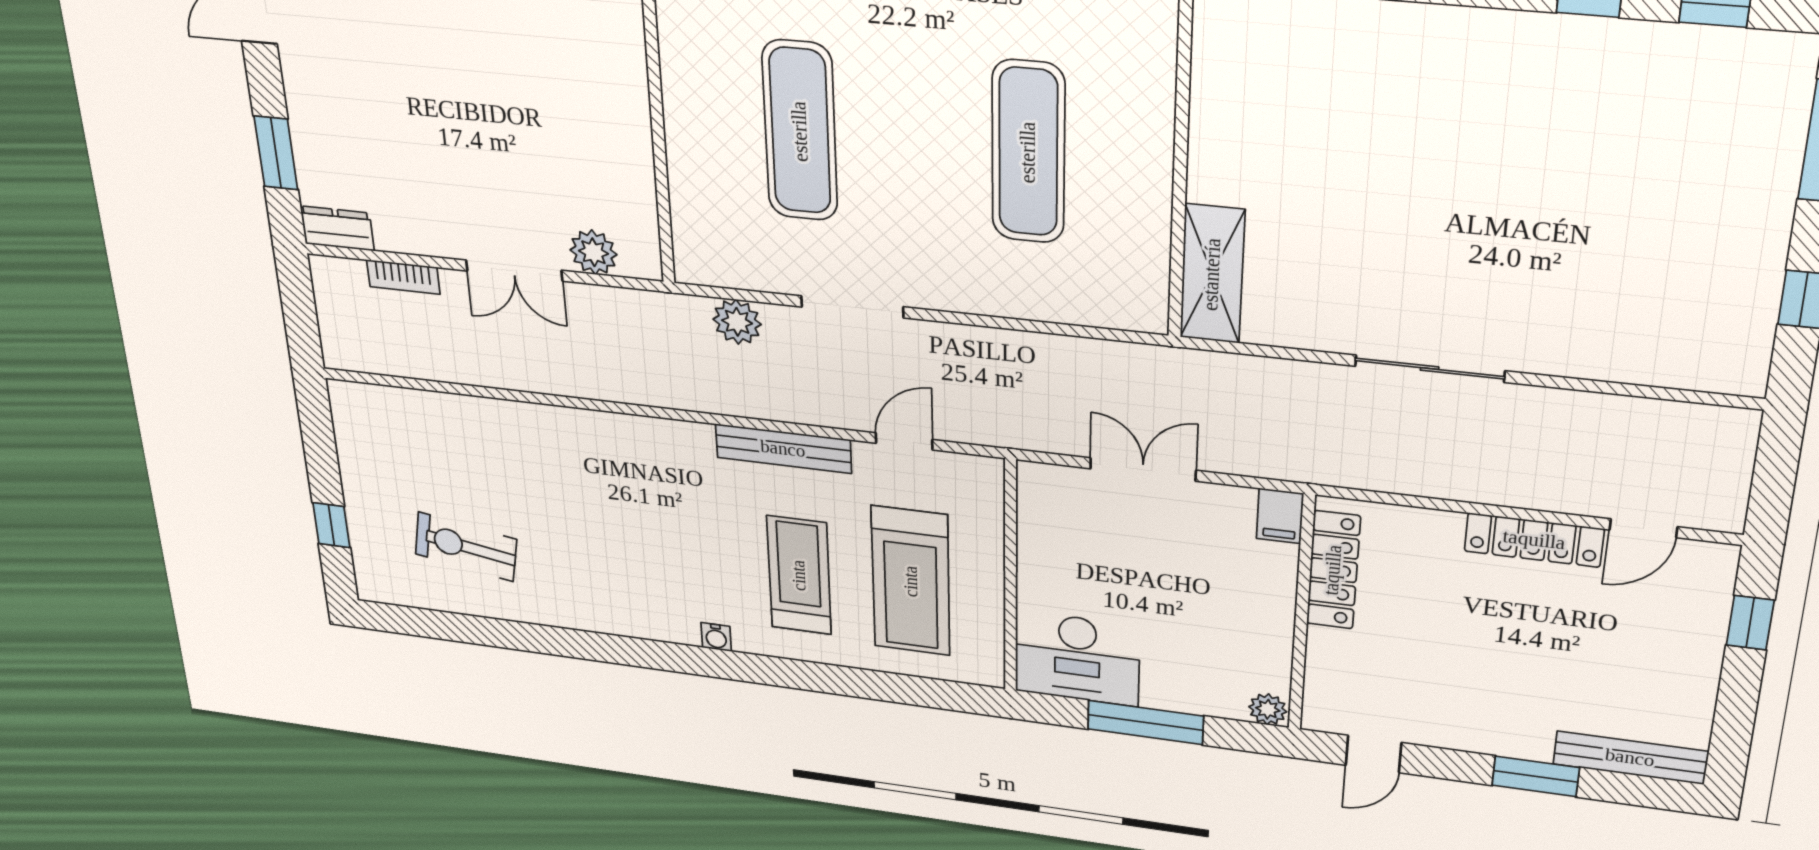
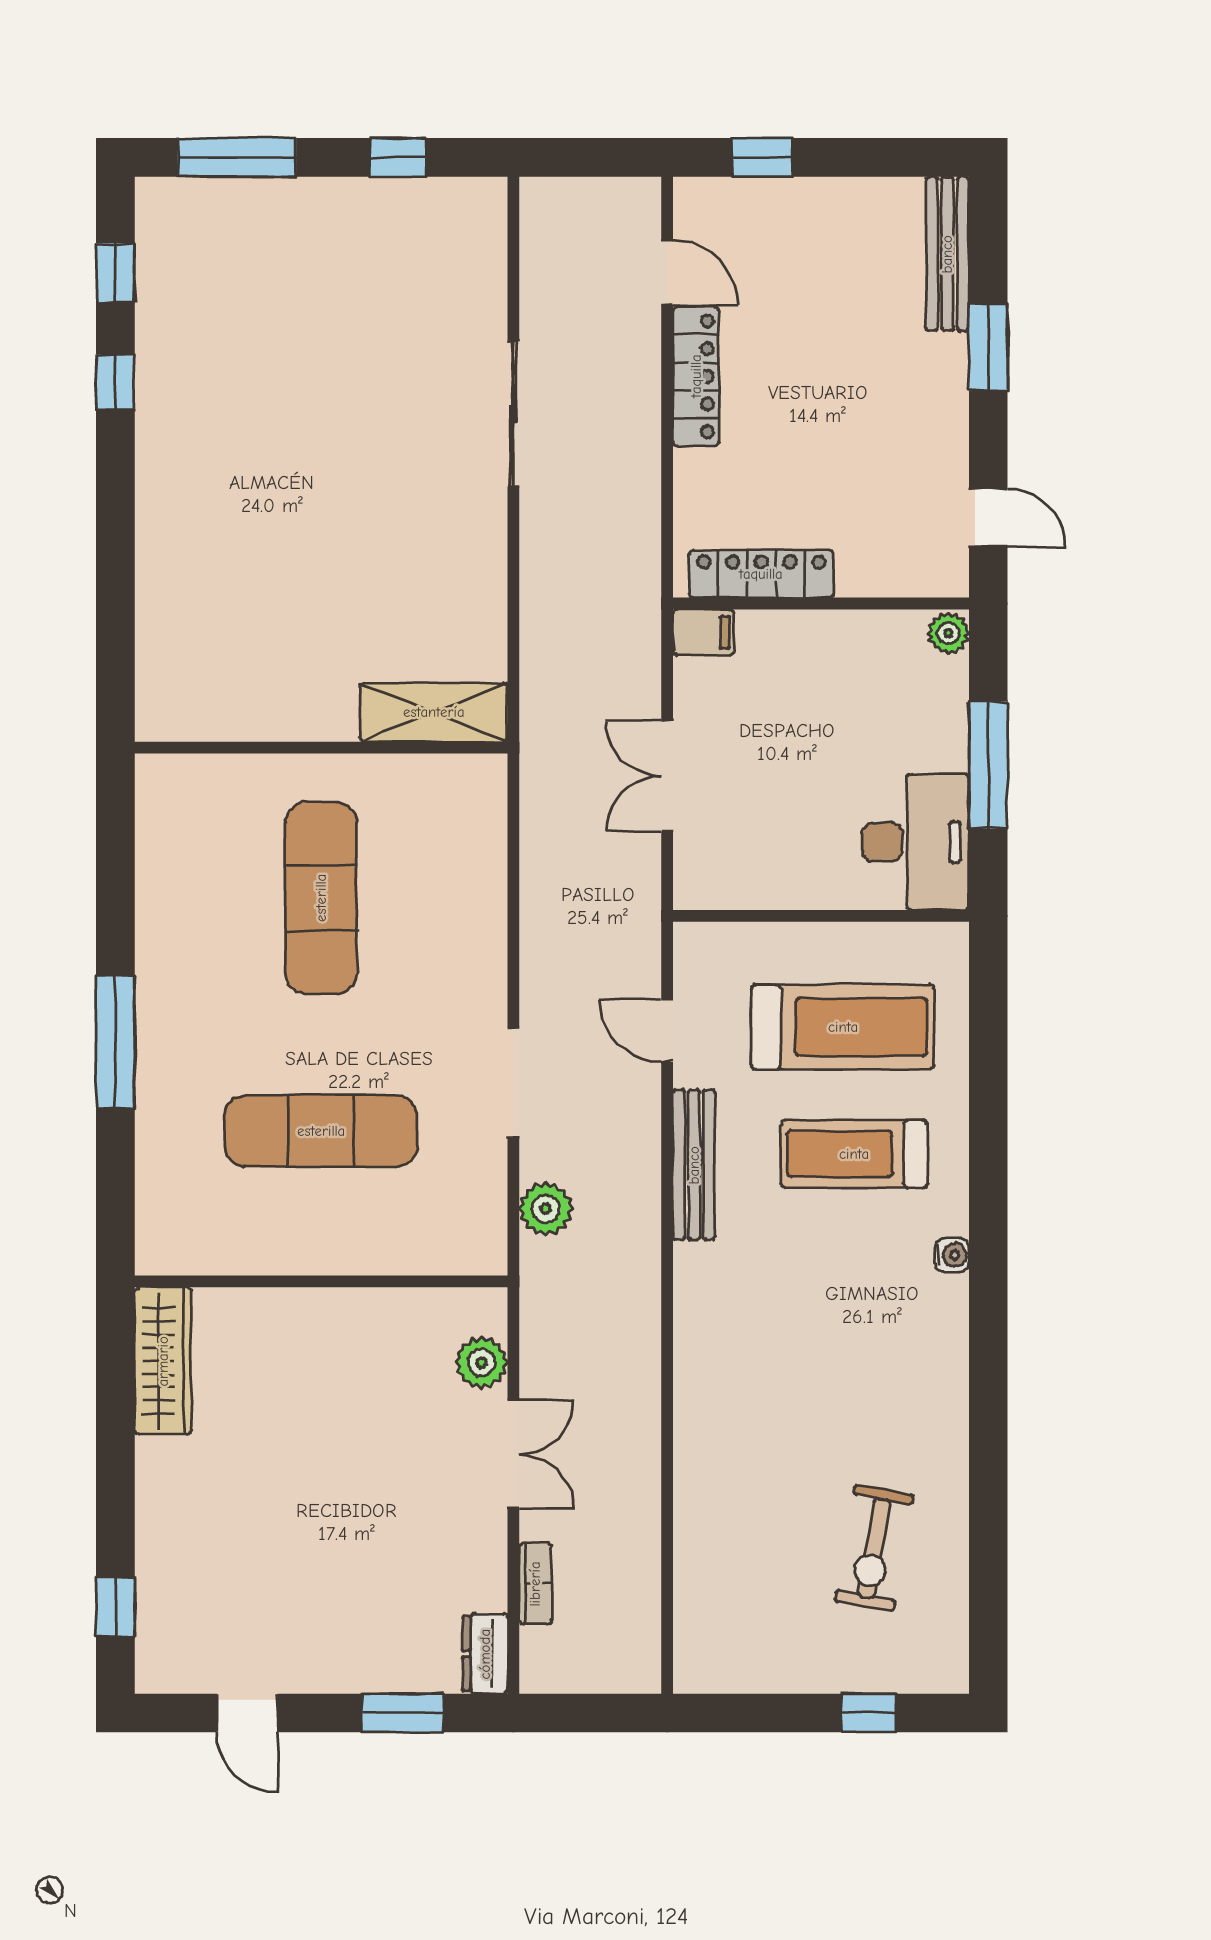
exercise mat: (1028, 152) -> (321, 898), turned 90
sliding door: (1430, 369) -> (513, 414), moved

